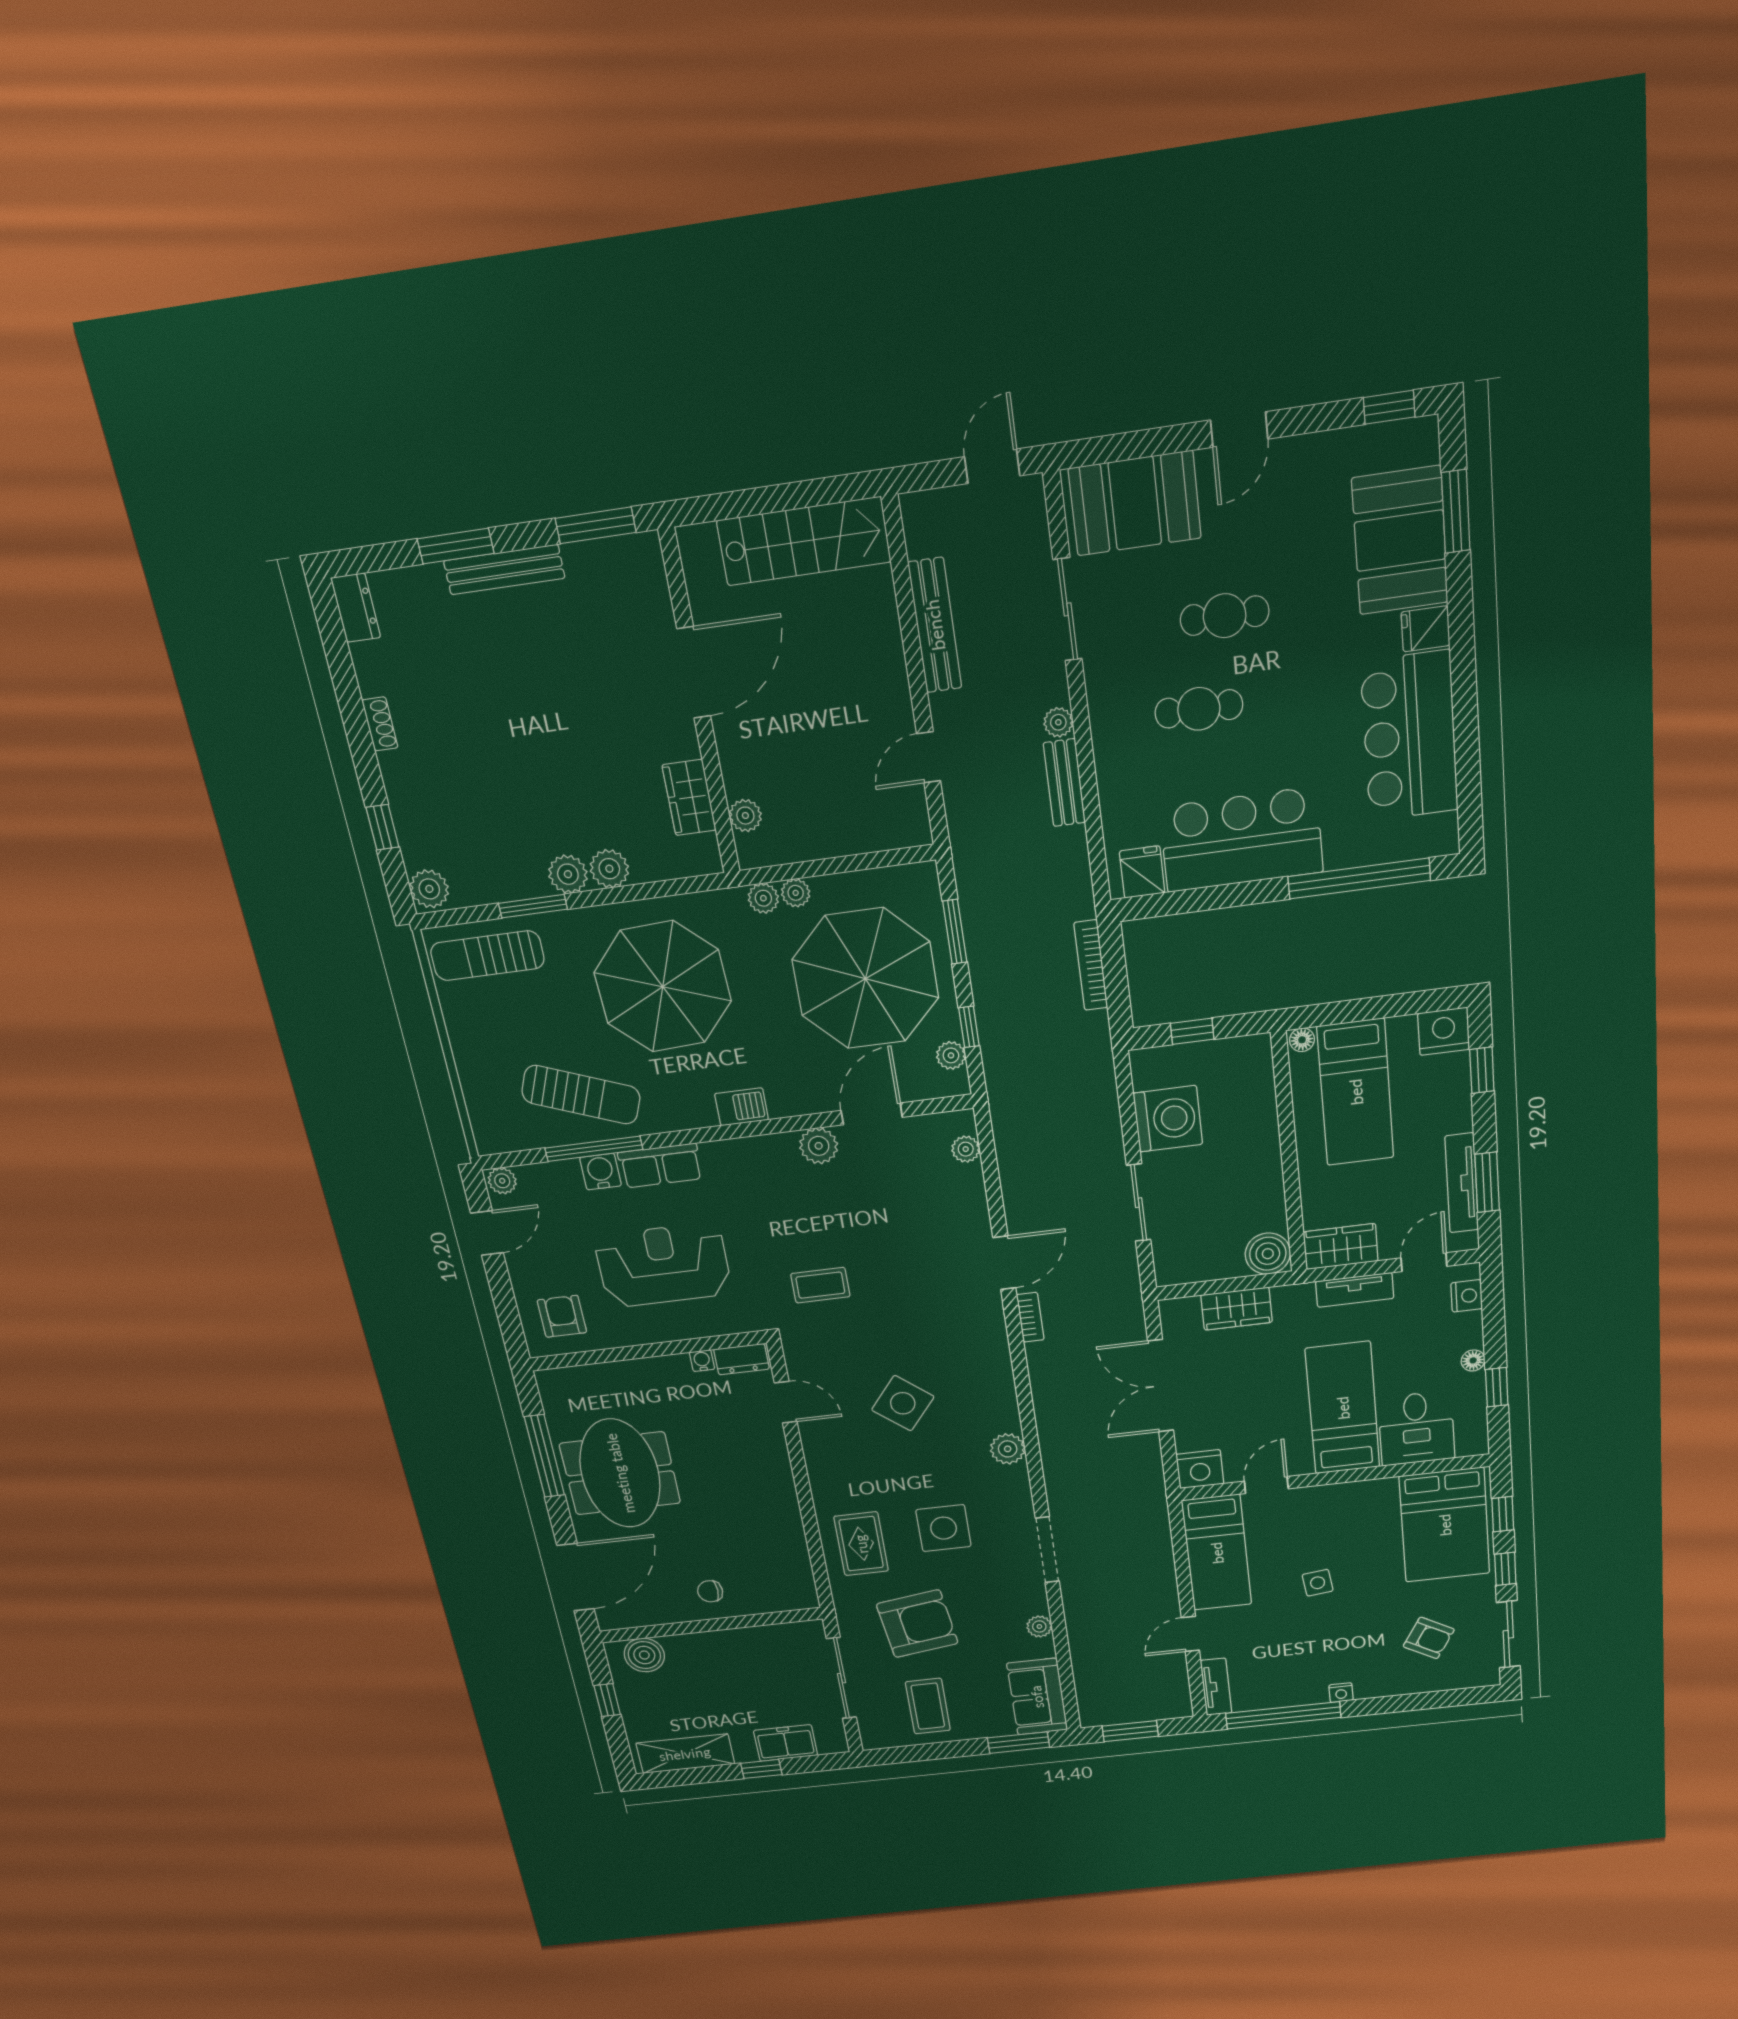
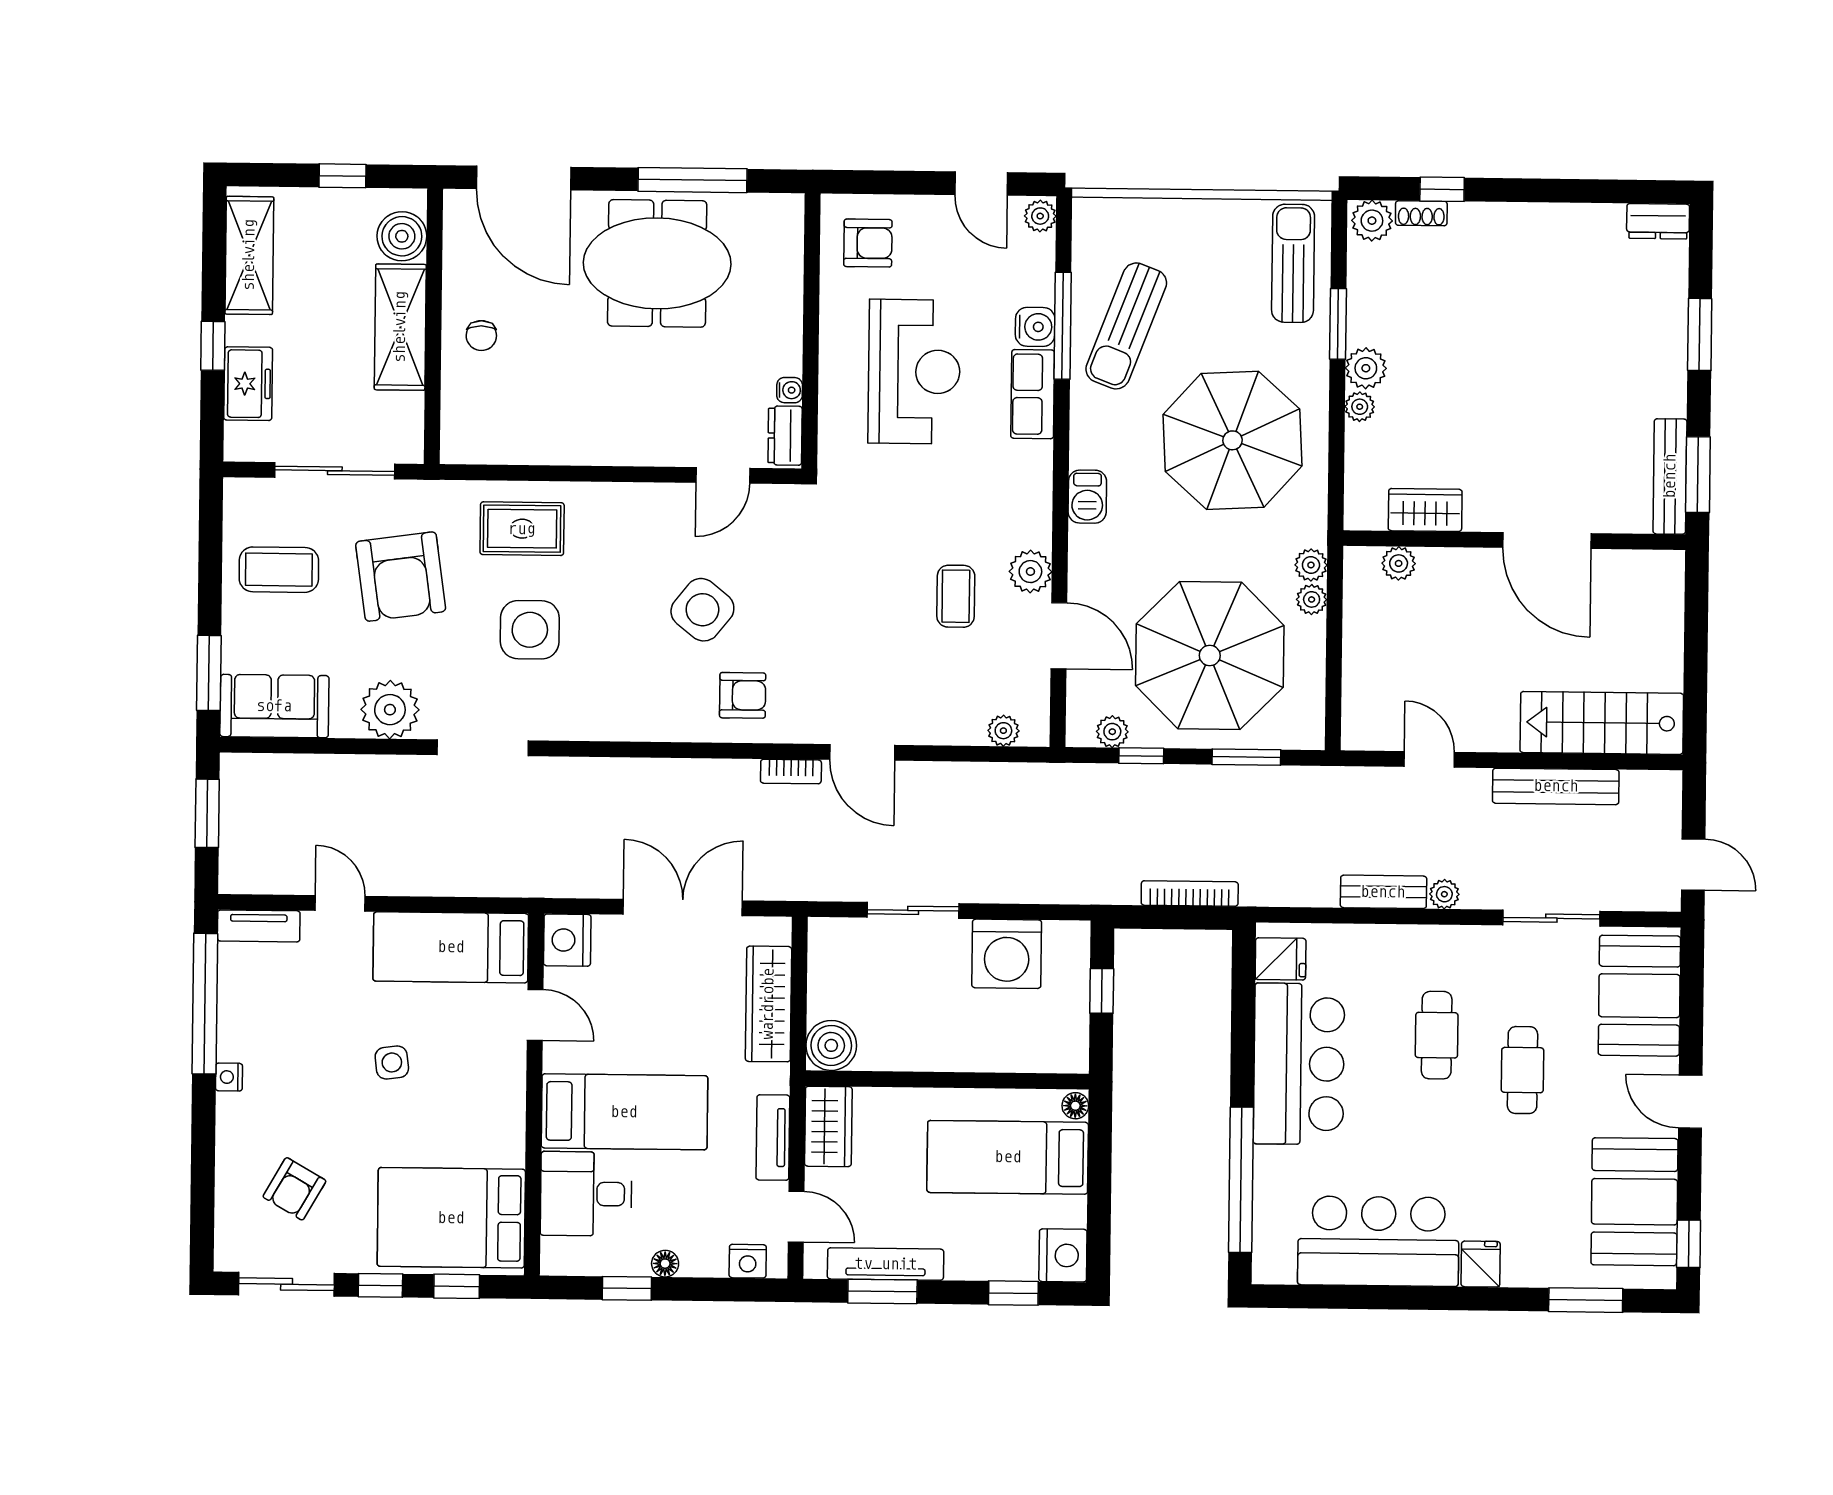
stairs: (804, 541) -> (1602, 723), moved, turned 90
booth: (1400, 541) -> (1635, 1202), moved, turned 90
bench: (504, 570) -> (1670, 476), moved
shoe rack: (380, 724) -> (1421, 213), moved
plant: (609, 869) -> (1360, 407), width x0.73, depth x0.73
coffee table: (820, 1285) -> (956, 596), moved
wardrobe: (1237, 1309) -> (768, 1004), width x1.50
armchair: (970, 1363) -> (743, 695), added
plant: (1008, 1449) -> (626, 721), removed
chair: (710, 1591) -> (481, 336), turned 180
plant: (1039, 1626) -> (390, 710), width x1.88, depth x1.88
shelving: (717, 1648) -> (400, 327), added

